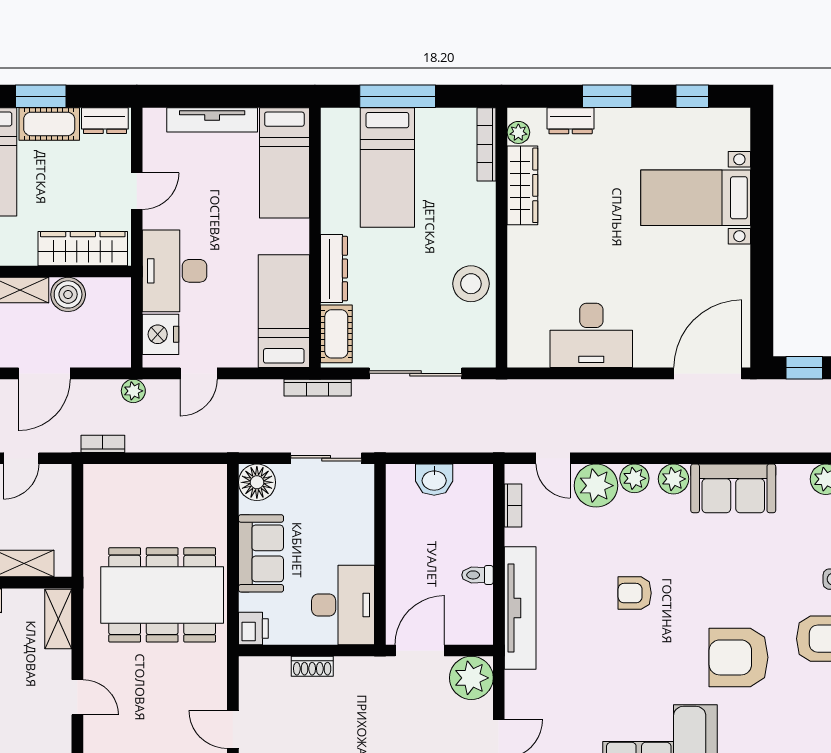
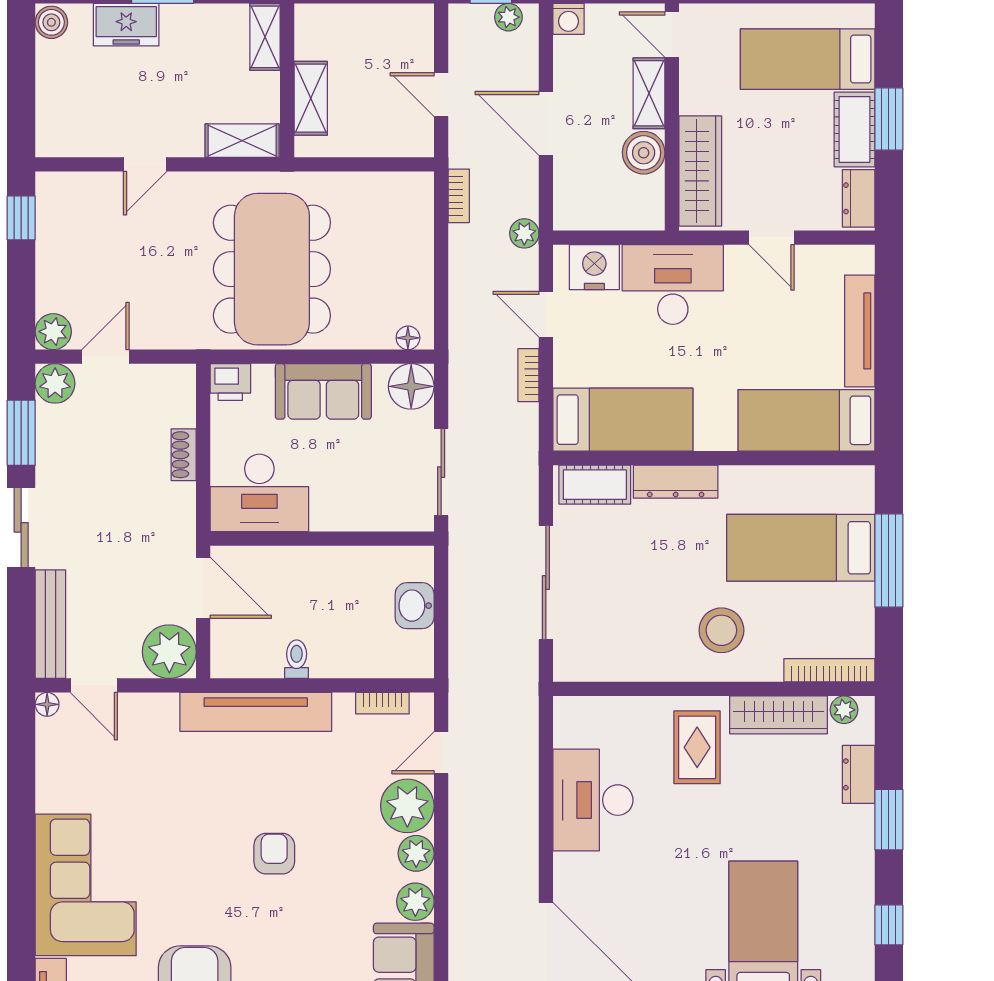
rug: (549, 251) -> (697, 747), added
stool: (471, 284) -> (721, 630), moved
bookcase: (318, 388) -> (528, 375), moved, width x0.64
floor lamp: (218, 485) -> (408, 338), added

